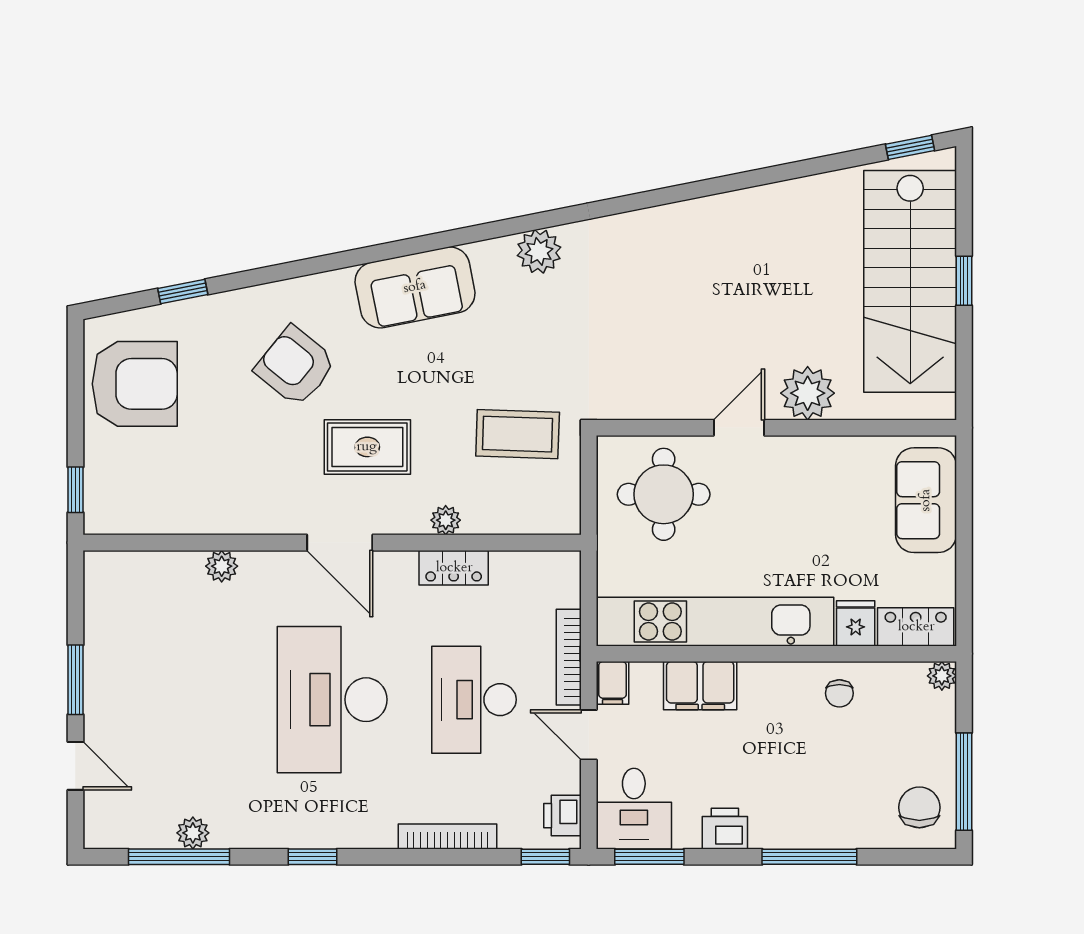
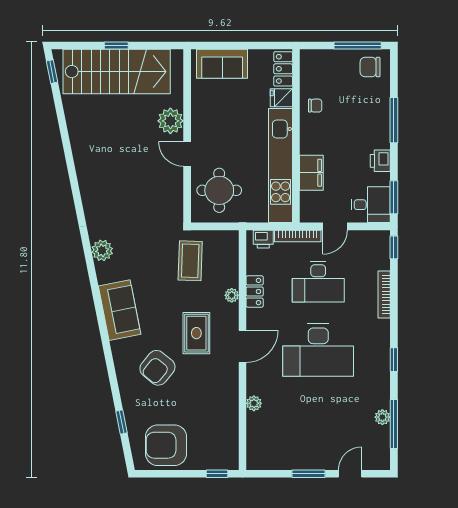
armchair: (135, 384) -> (166, 445), turned -90
plant: (942, 676) -> (307, 56), removed
filing cabinet: (612, 683) -> (310, 215), removed
printer: (562, 816) -> (263, 239), moved

